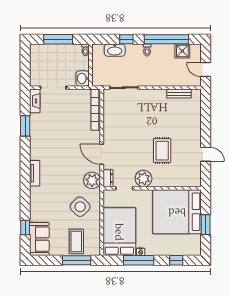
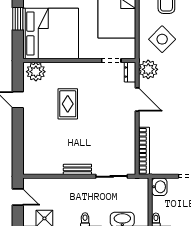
bench: (179, 94) -> (77, 169), moved
plant: (144, 179) -> (36, 72), moved

